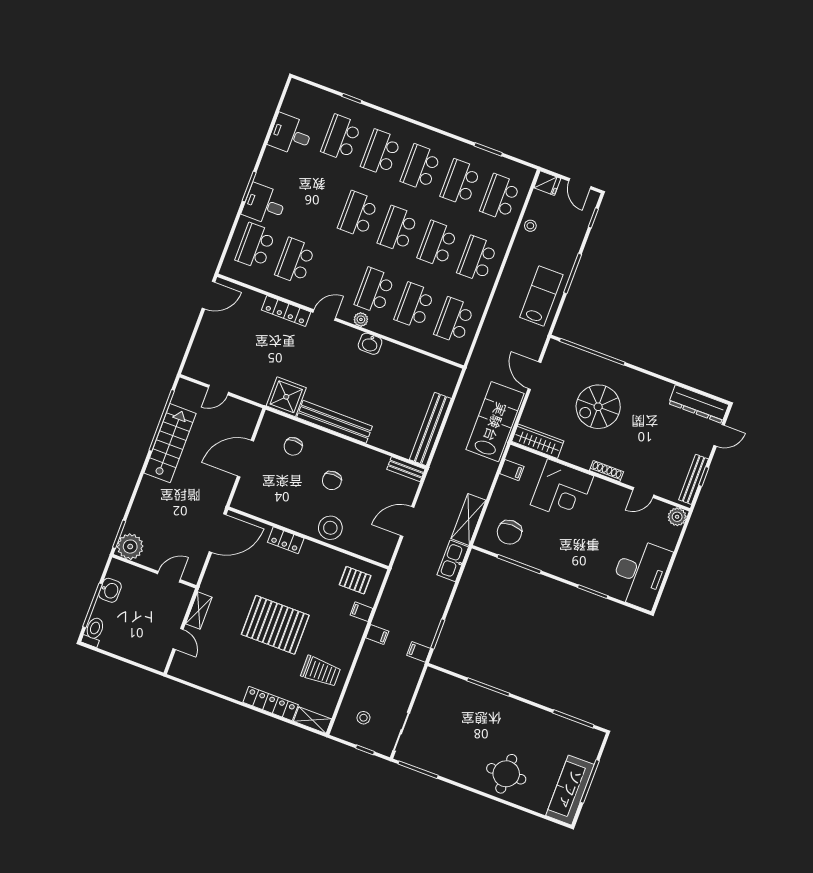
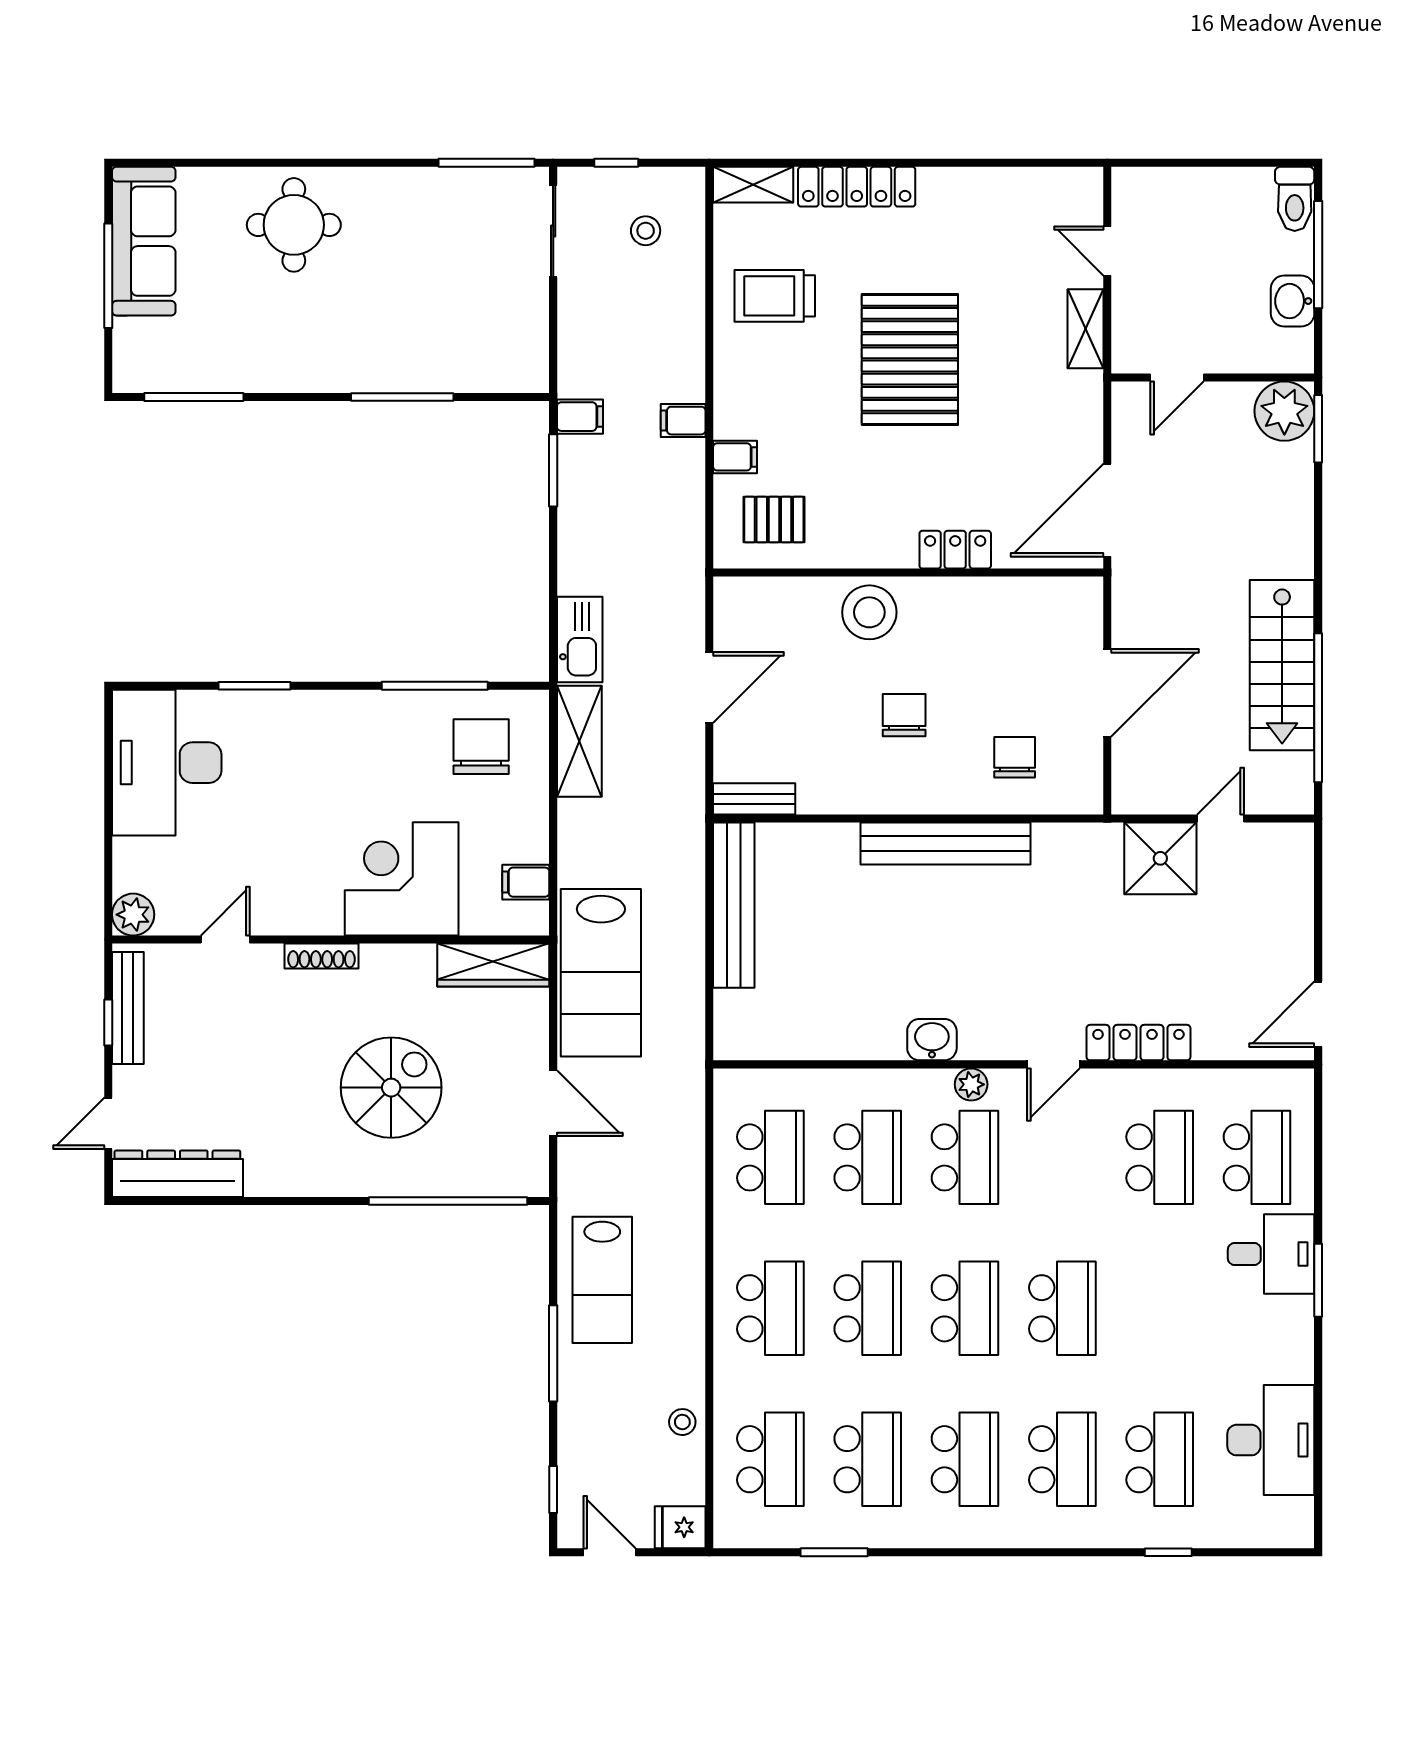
desk: (291, 135) -> (1271, 1440), width x1.37
shower: (286, 397) -> (1160, 858), moved
pallet: (275, 625) -> (910, 359), turned 90

